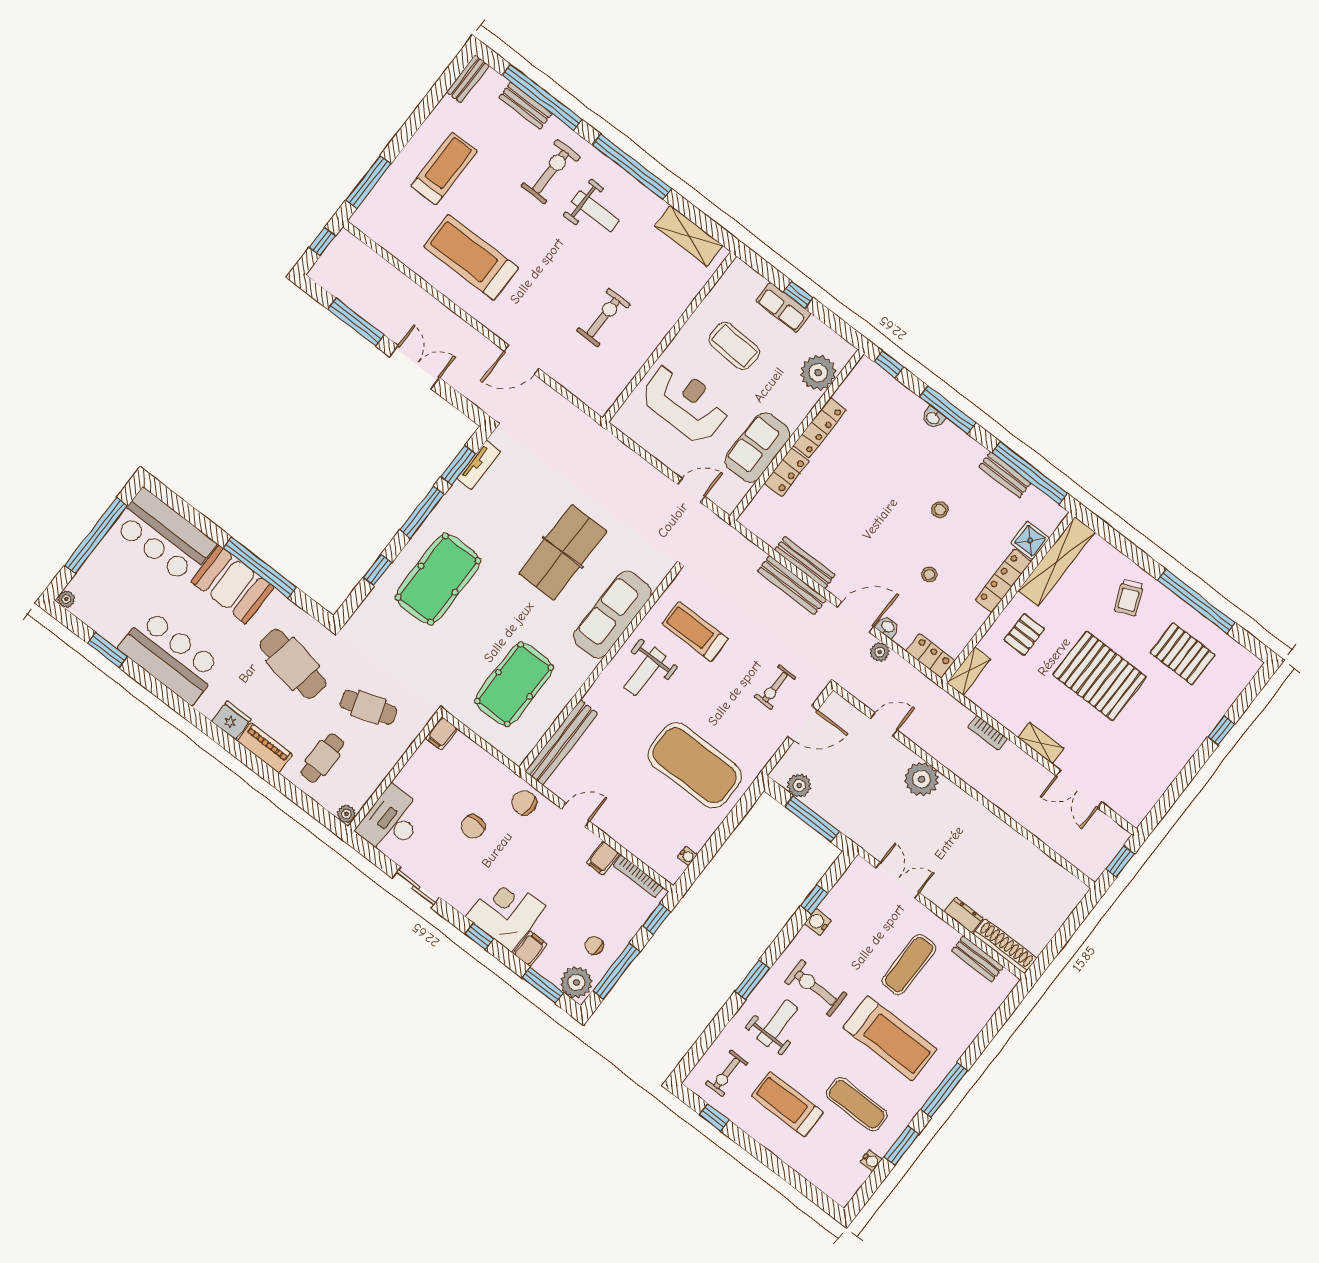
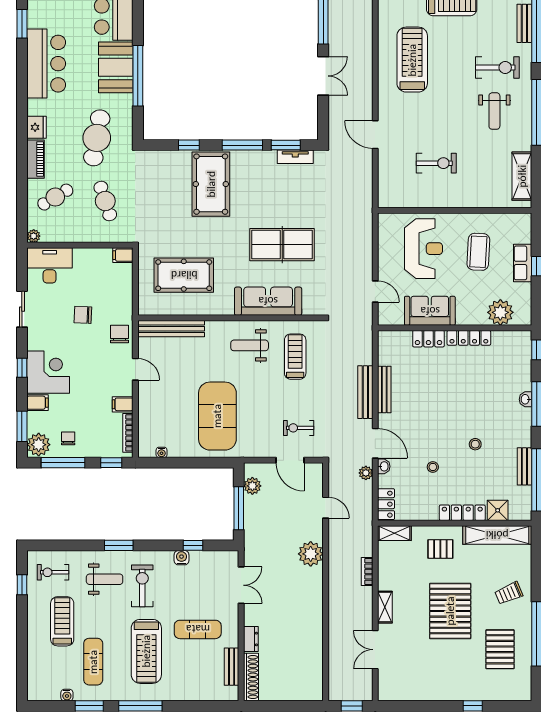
pool table: (438, 579) -> (211, 184), turned 90
cafe table: (322, 758) -> (55, 197), turned -31

